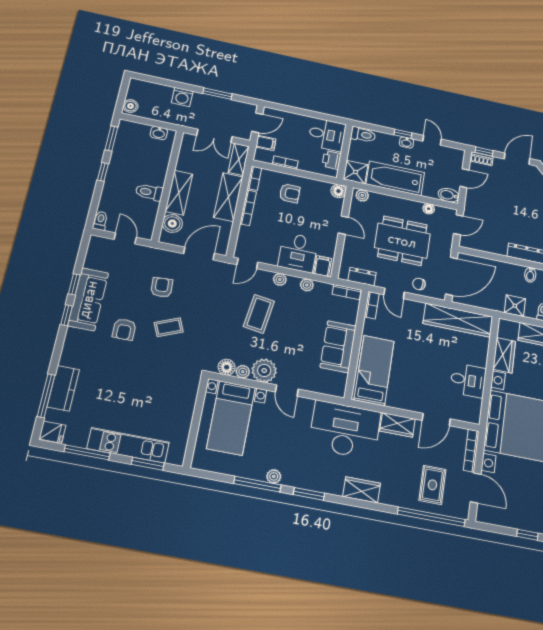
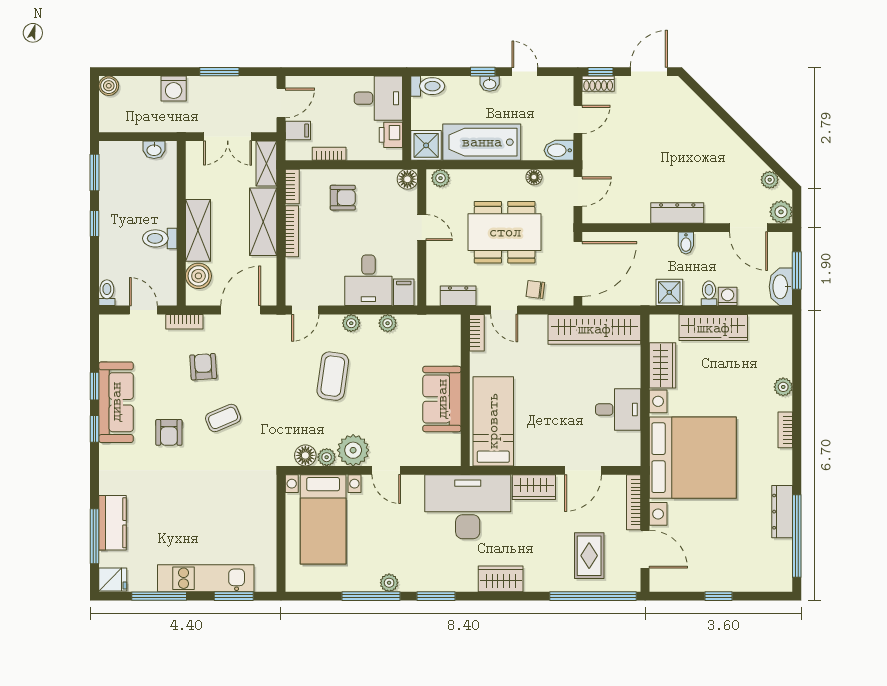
boiler: (130, 106) -> (109, 86), moved
bookcase: (347, 292) -> (184, 322), moved

